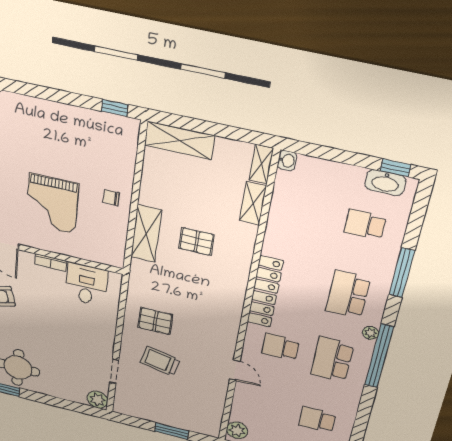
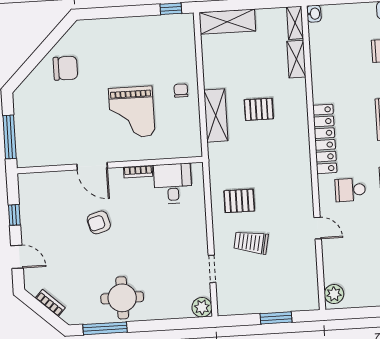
chair: (111, 198) -> (181, 91), turned 90

